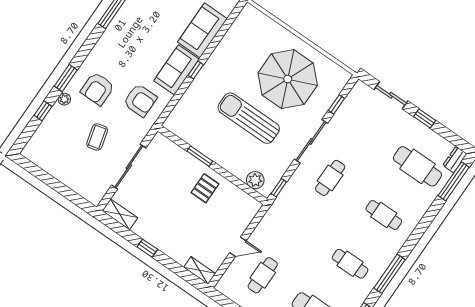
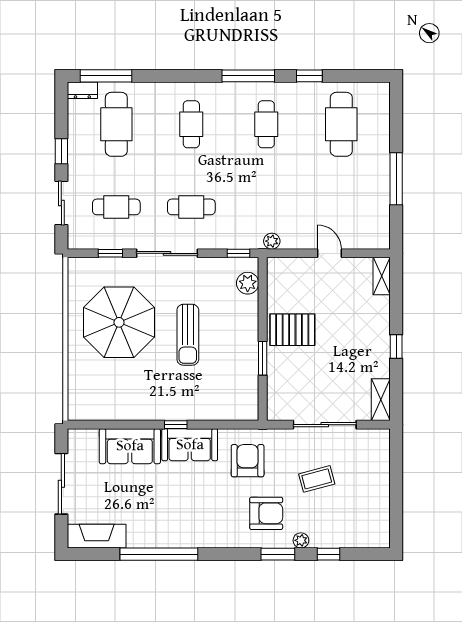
sun lounger: (249, 118) -> (188, 335), width x0.73, depth x0.75
pallet: (205, 188) -> (292, 330), width x1.50, depth x1.42
plant: (272, 215) -> (272, 241), added
cafe table: (263, 275) -> (116, 207), moved

